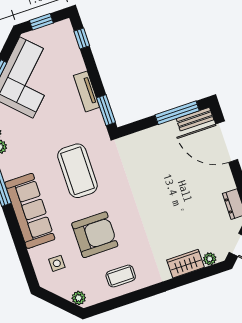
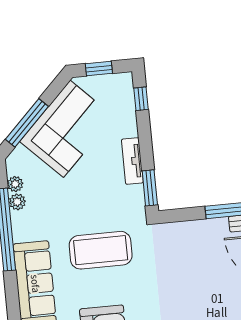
coffee table: (77, 171) -> (101, 250), turned 90

